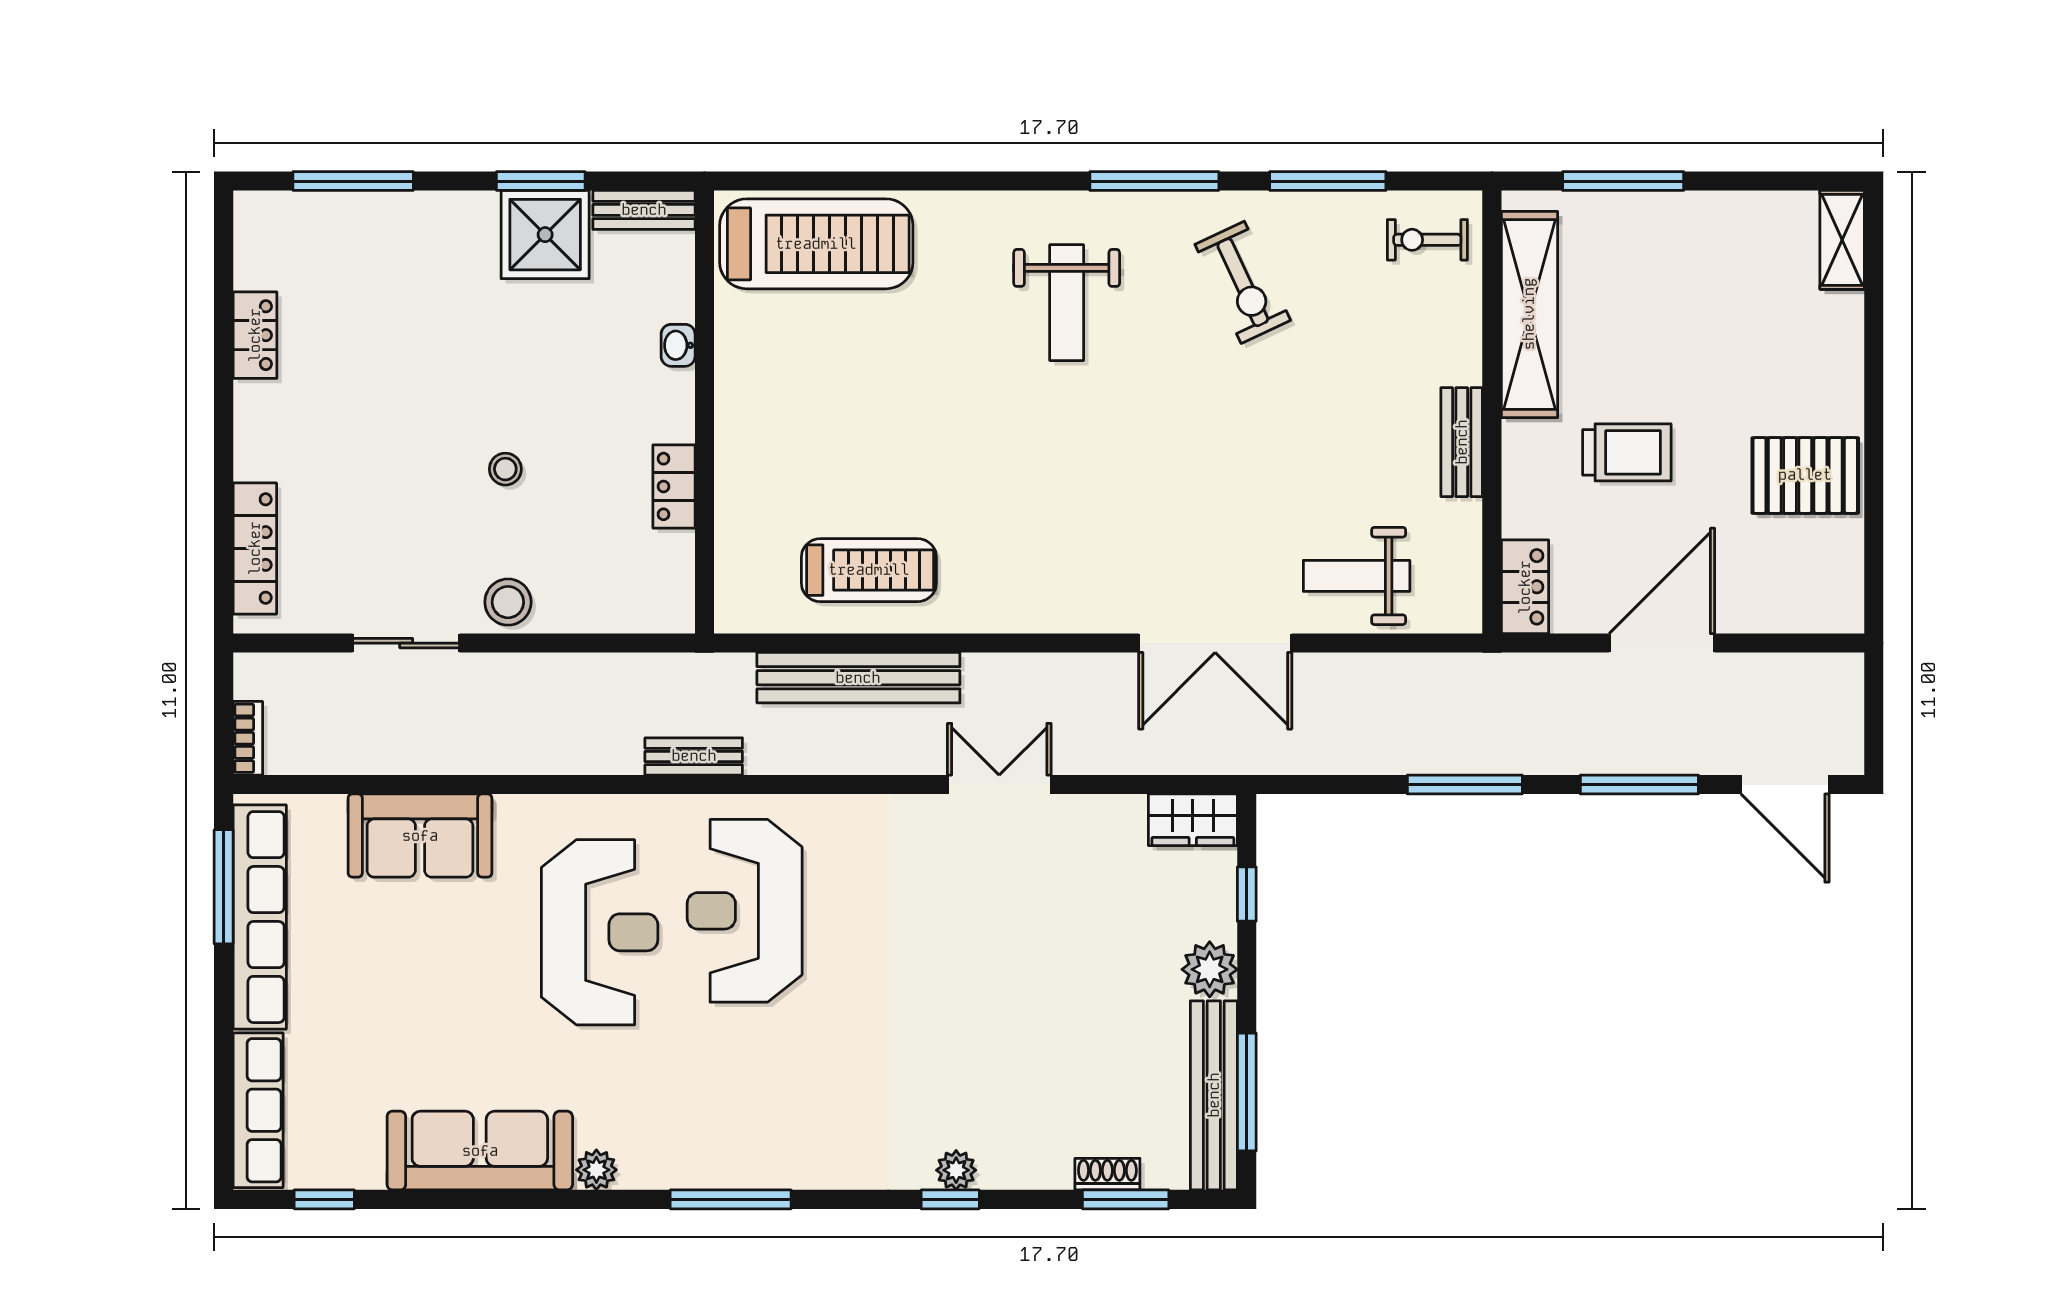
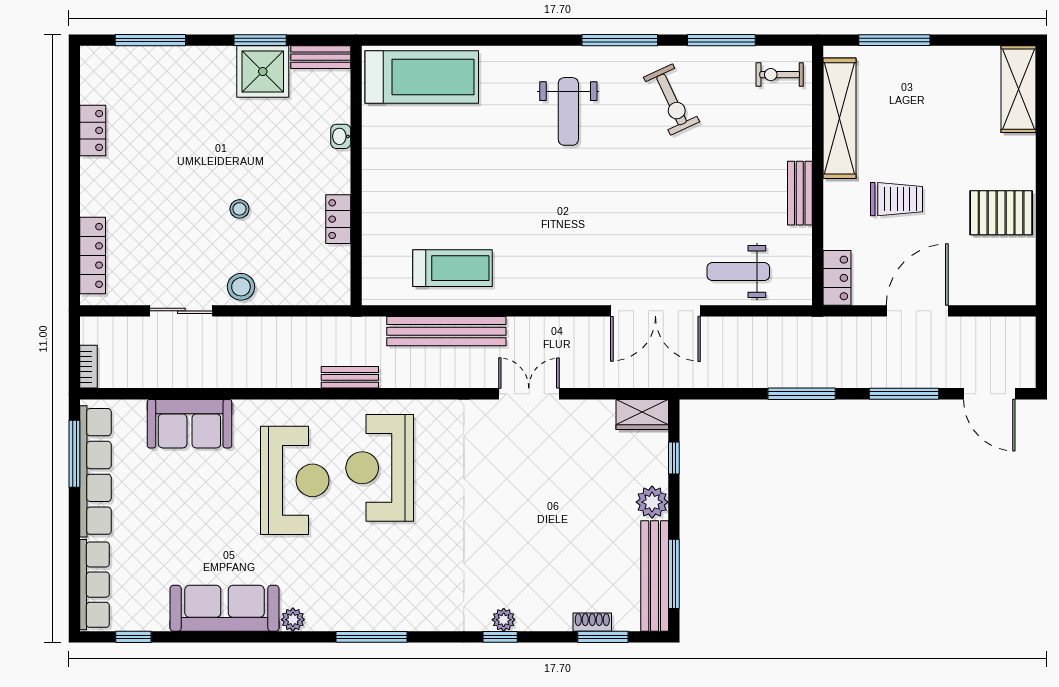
shelving: (1842, 240) -> (1018, 89), width x1.50, depth x1.33

